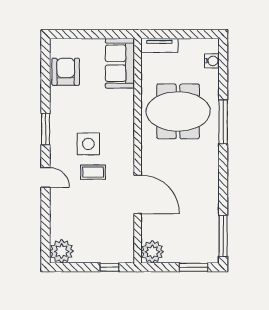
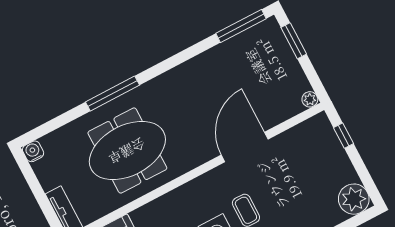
water cooler: (212, 61) -> (33, 151), moved
meeting table: (178, 111) -> (127, 151), turned 90
plant: (152, 252) -> (310, 99), width x0.53, depth x0.53

